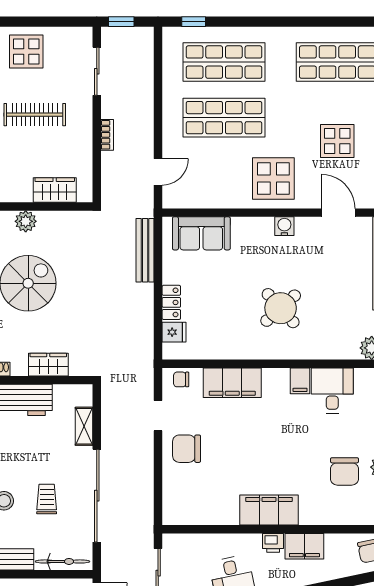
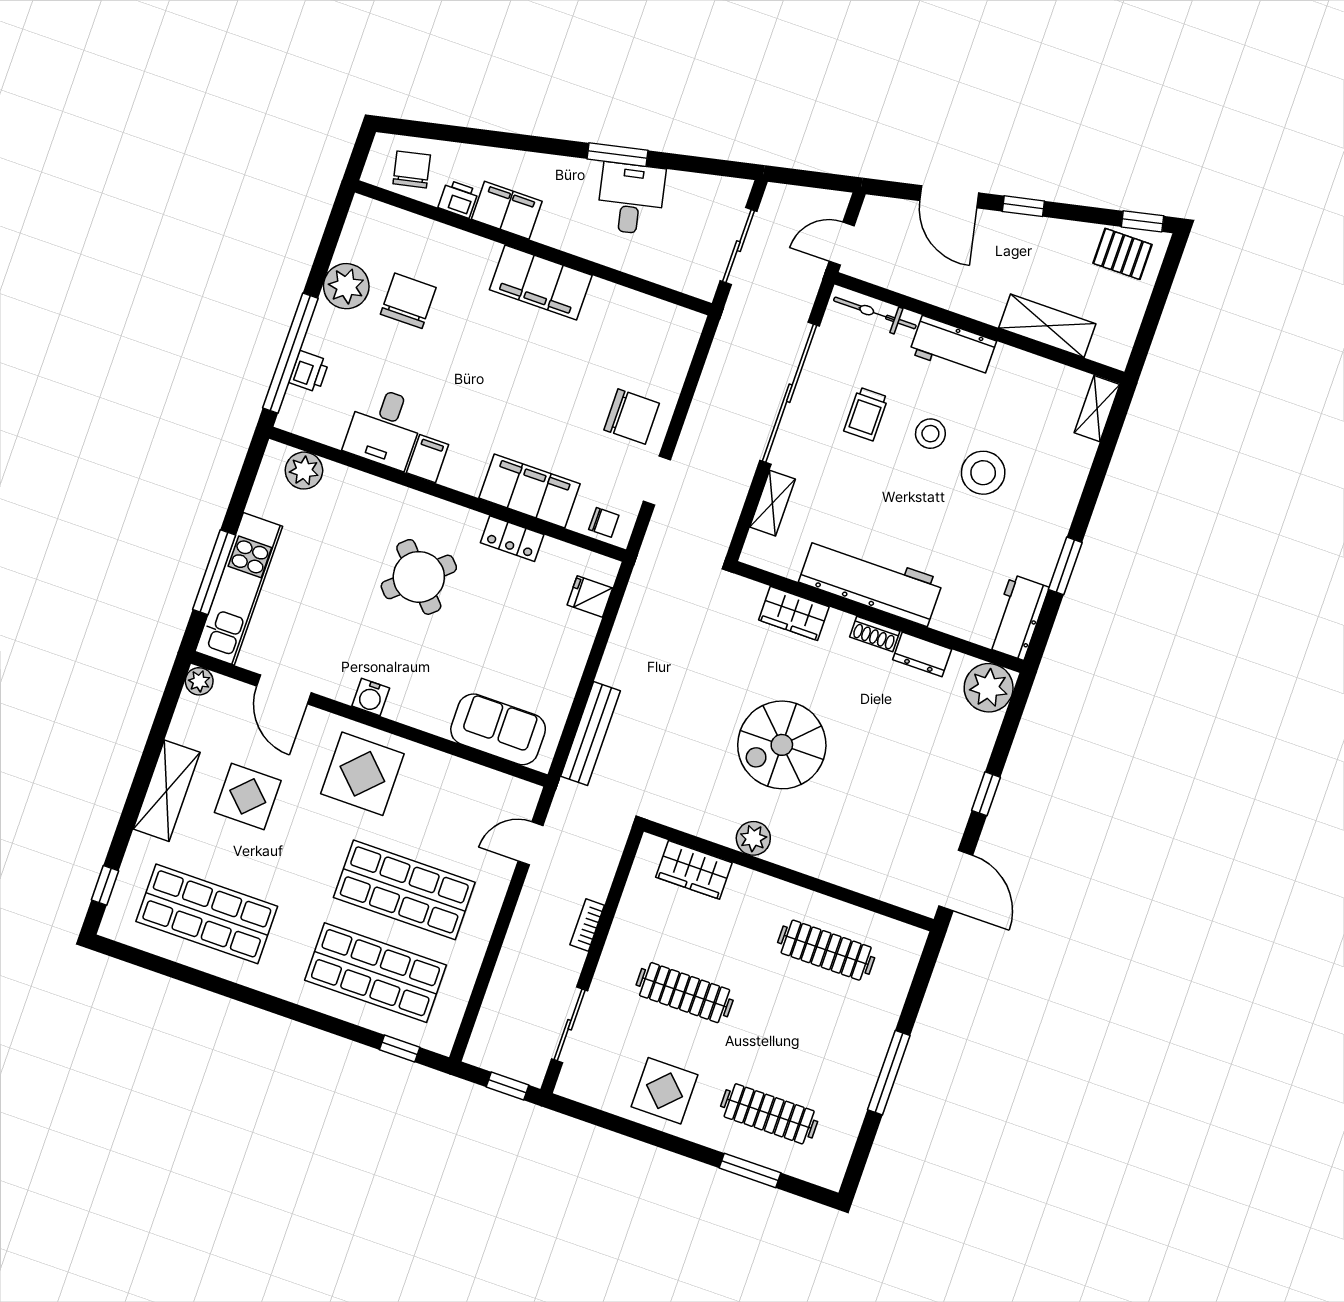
locker: (171, 302) -> (512, 539), moved, turned -90
printer: (273, 543) -> (458, 199), moved

